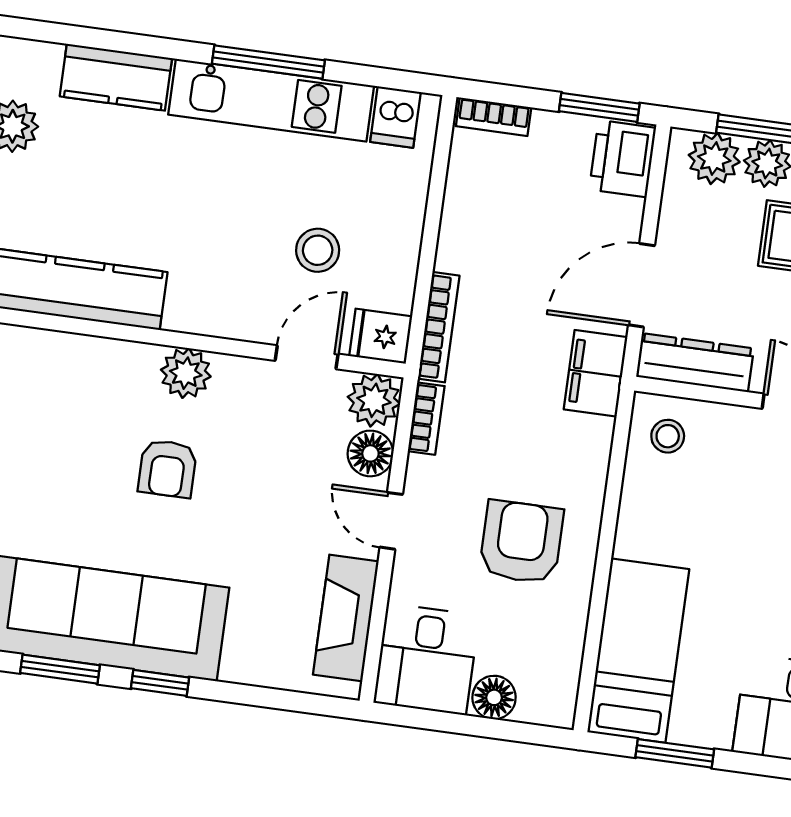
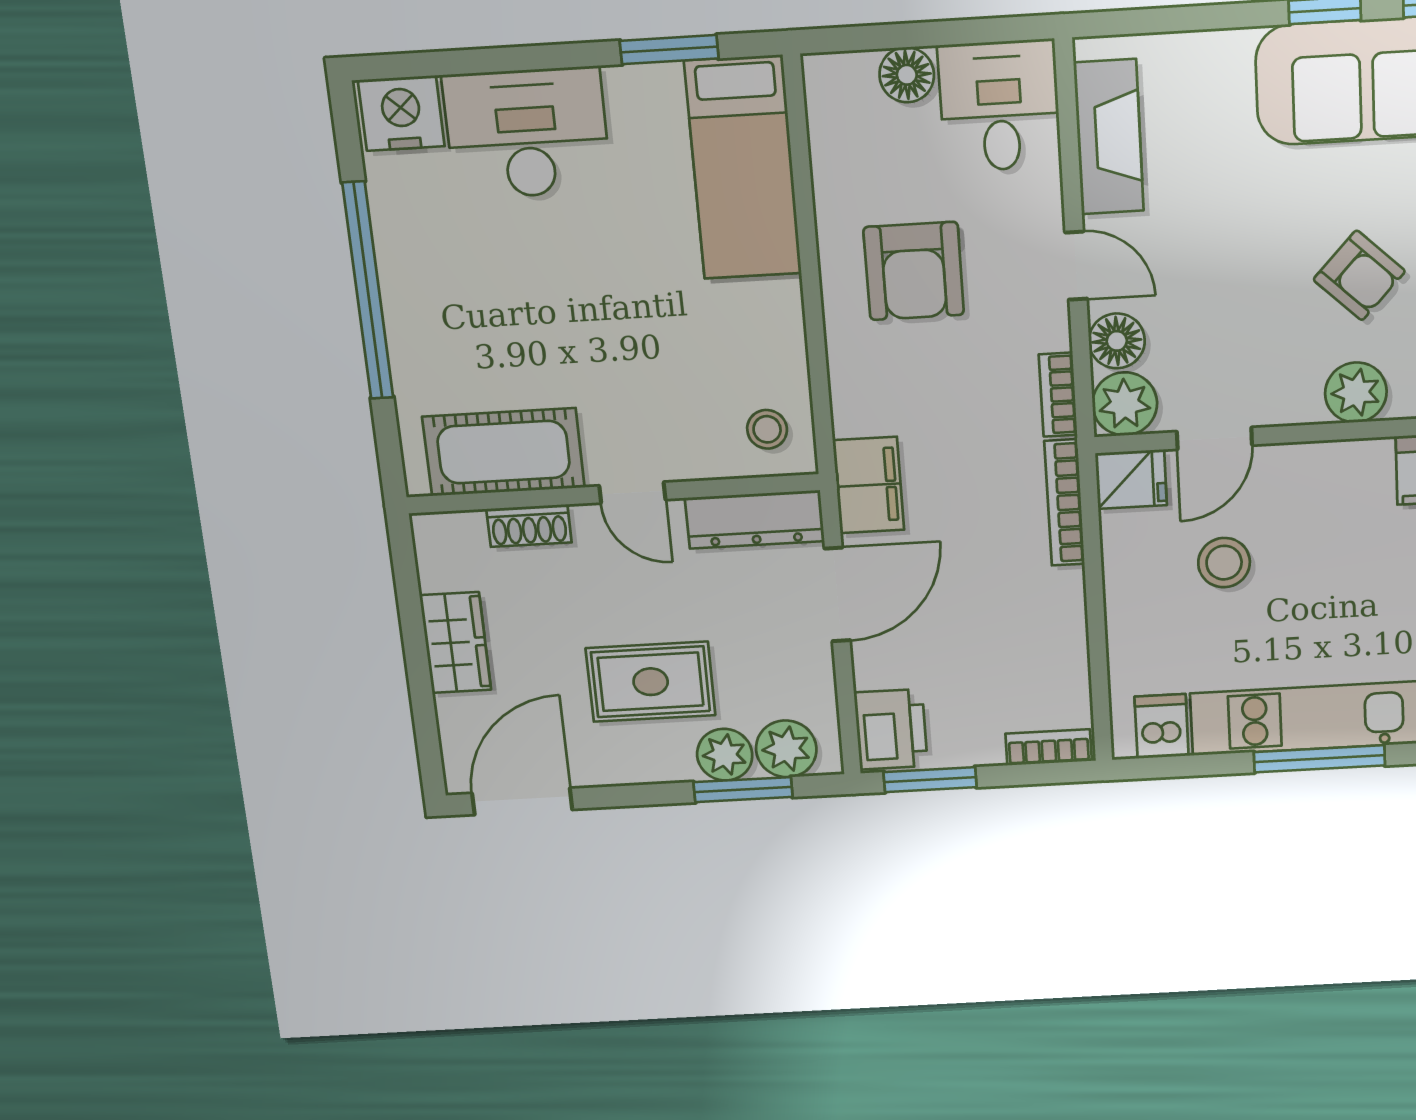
armchair: (167, 469) -> (1359, 275), turned 133

